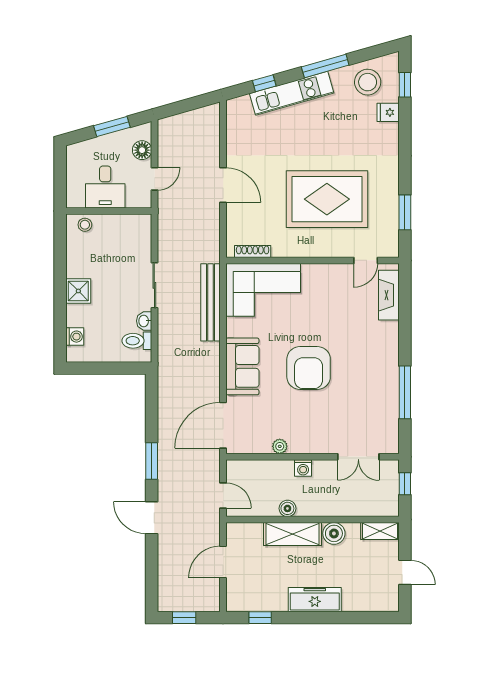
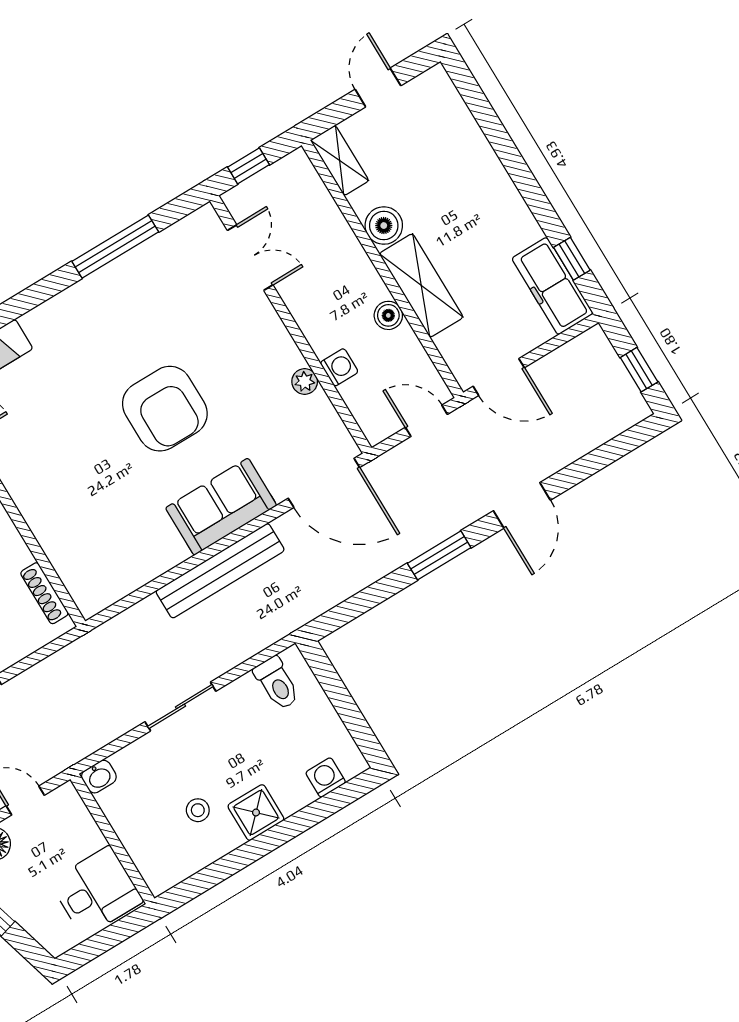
desk: (105, 187) -> (96, 891), moved
stool: (85, 225) -> (198, 810), moved
corner sofa: (263, 290) -> (91, 544), removed
bench: (210, 302) -> (220, 571), moved
washbasin: (144, 321) -> (99, 777), moved
armchair: (309, 368) -> (165, 409), turned 90
washing machine: (303, 468) -> (339, 367), moved
door: (223, 495) -> (426, 421), hinge flipped
door: (223, 562) -> (499, 377), moved
freezer: (315, 600) -> (552, 286), moved

